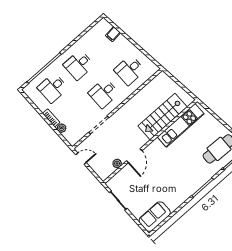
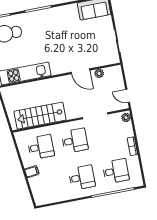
filing cabinet: (113, 34) -> (32, 172), moved
stairs: (163, 117) -> (40, 116), moved, turned 180
plant: (61, 128) -> (126, 118), moved
door: (134, 156) -> (81, 71), swing flipped

